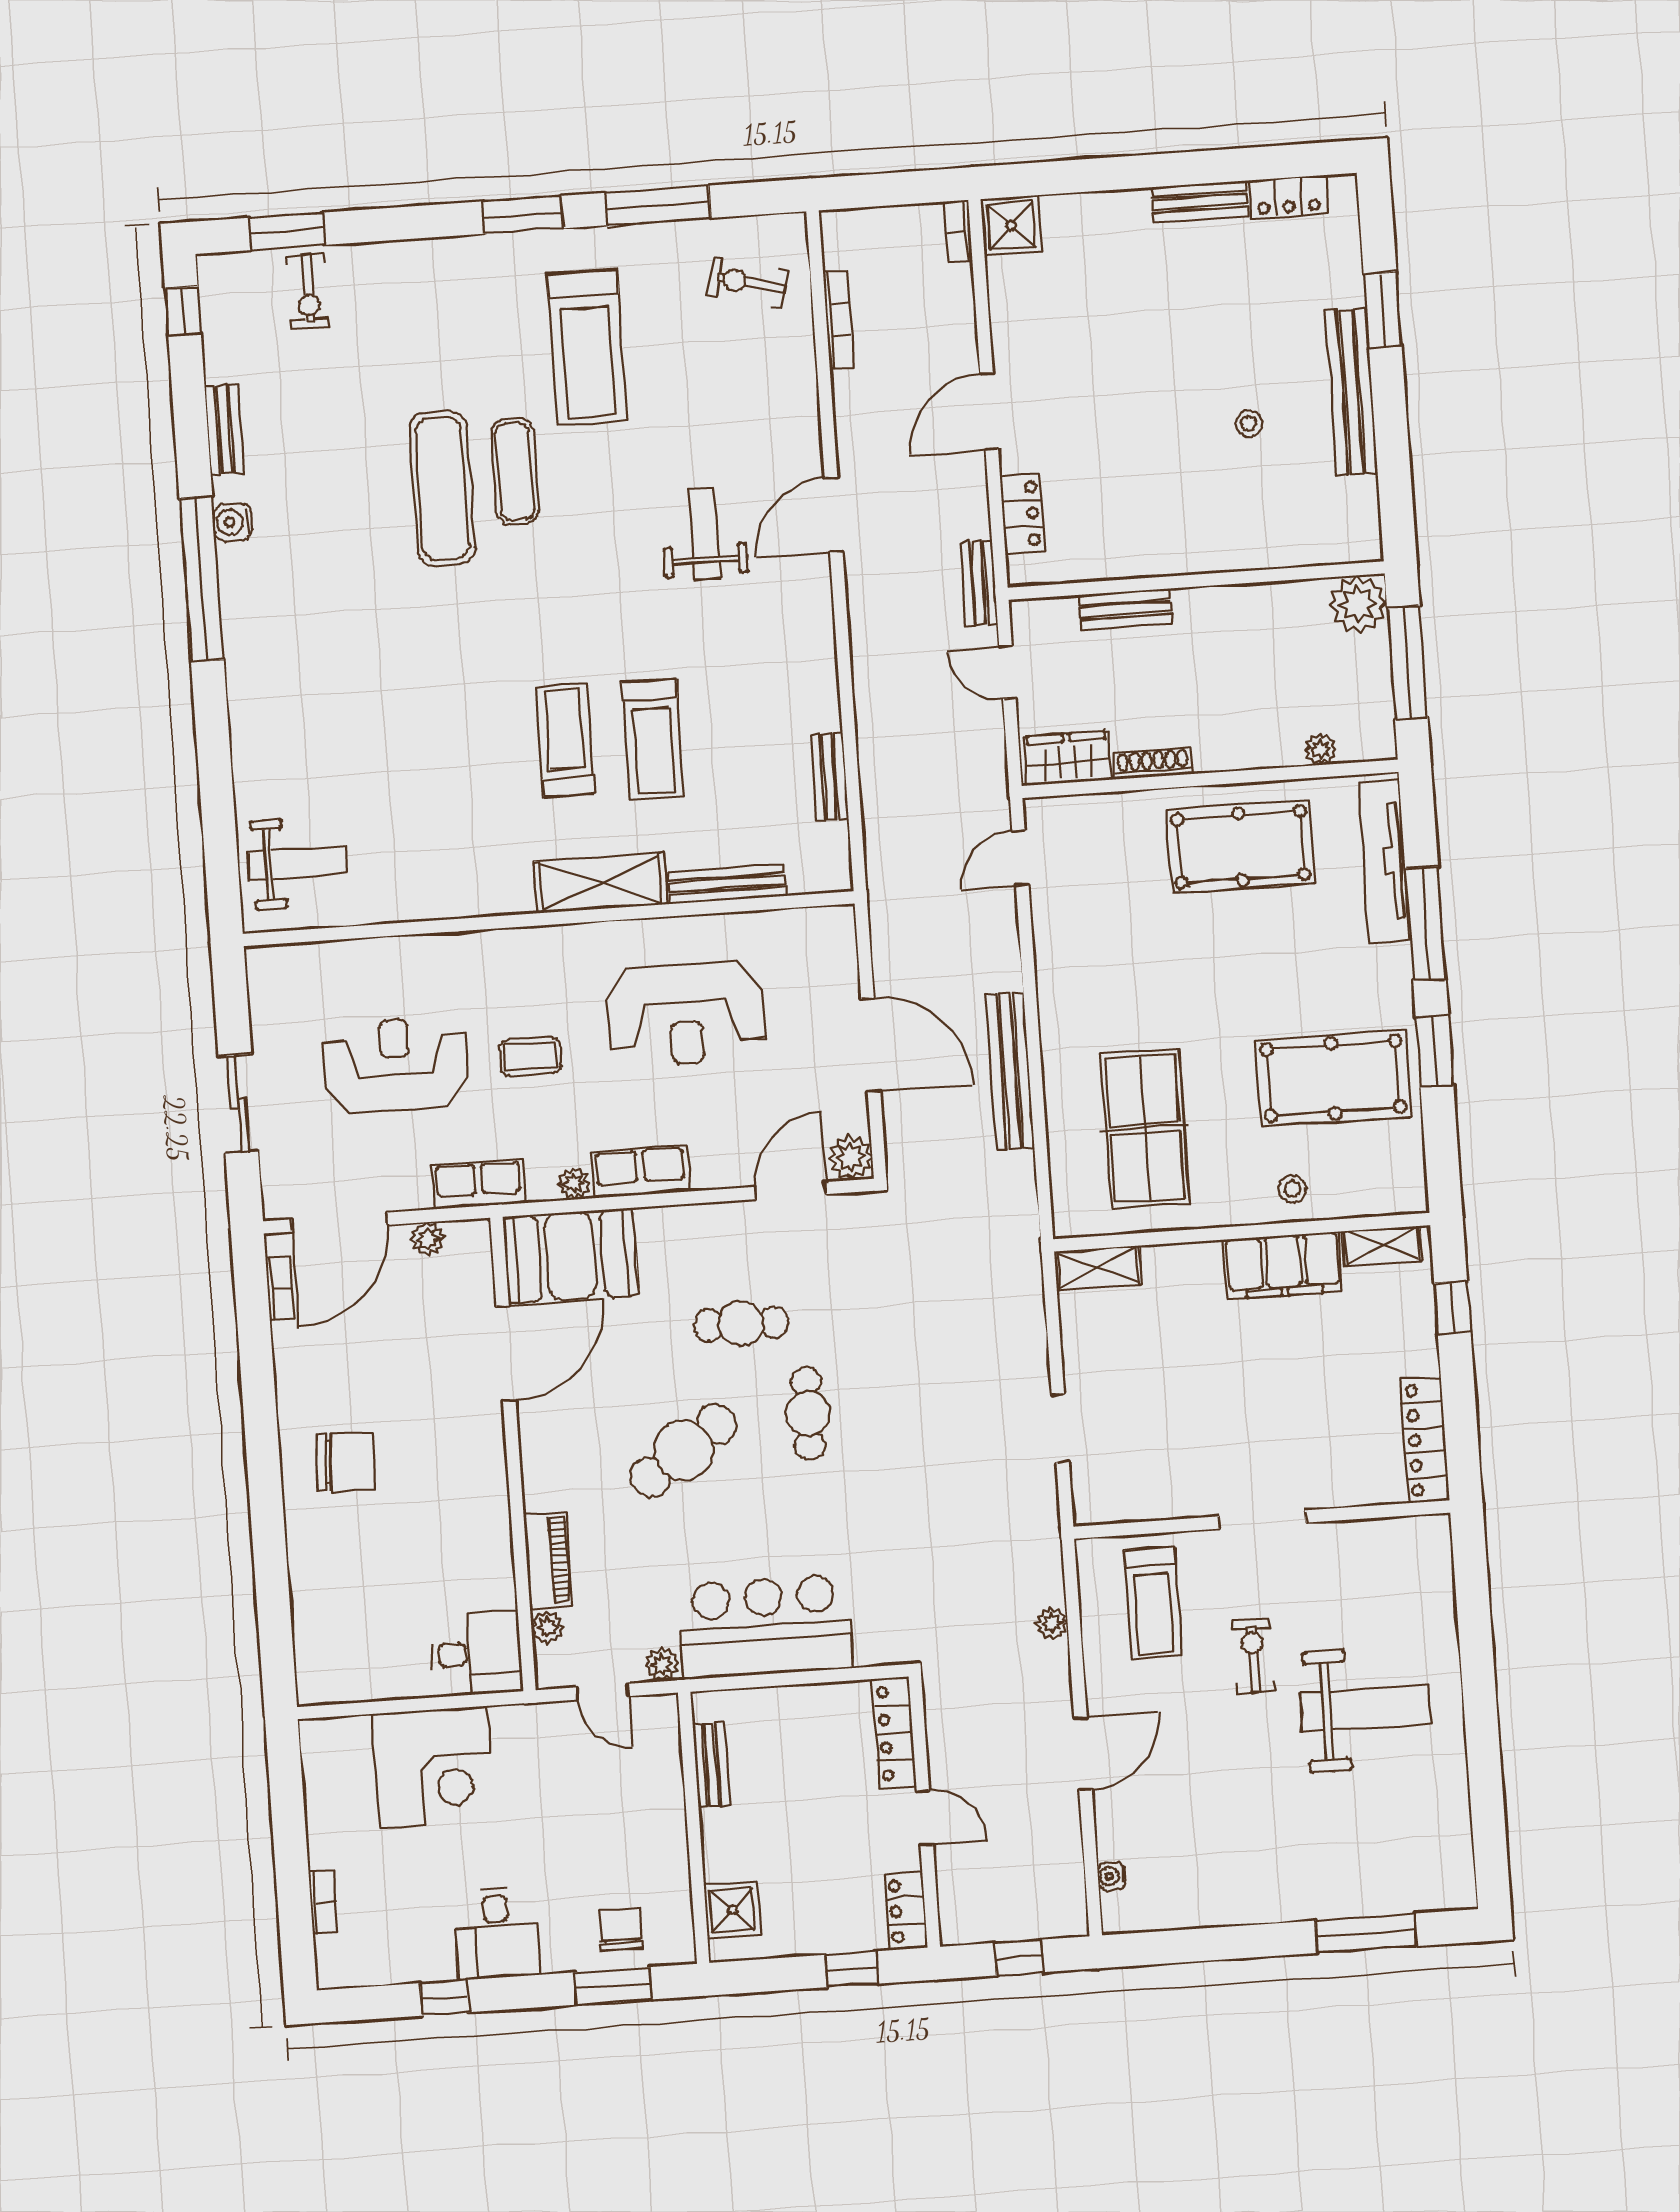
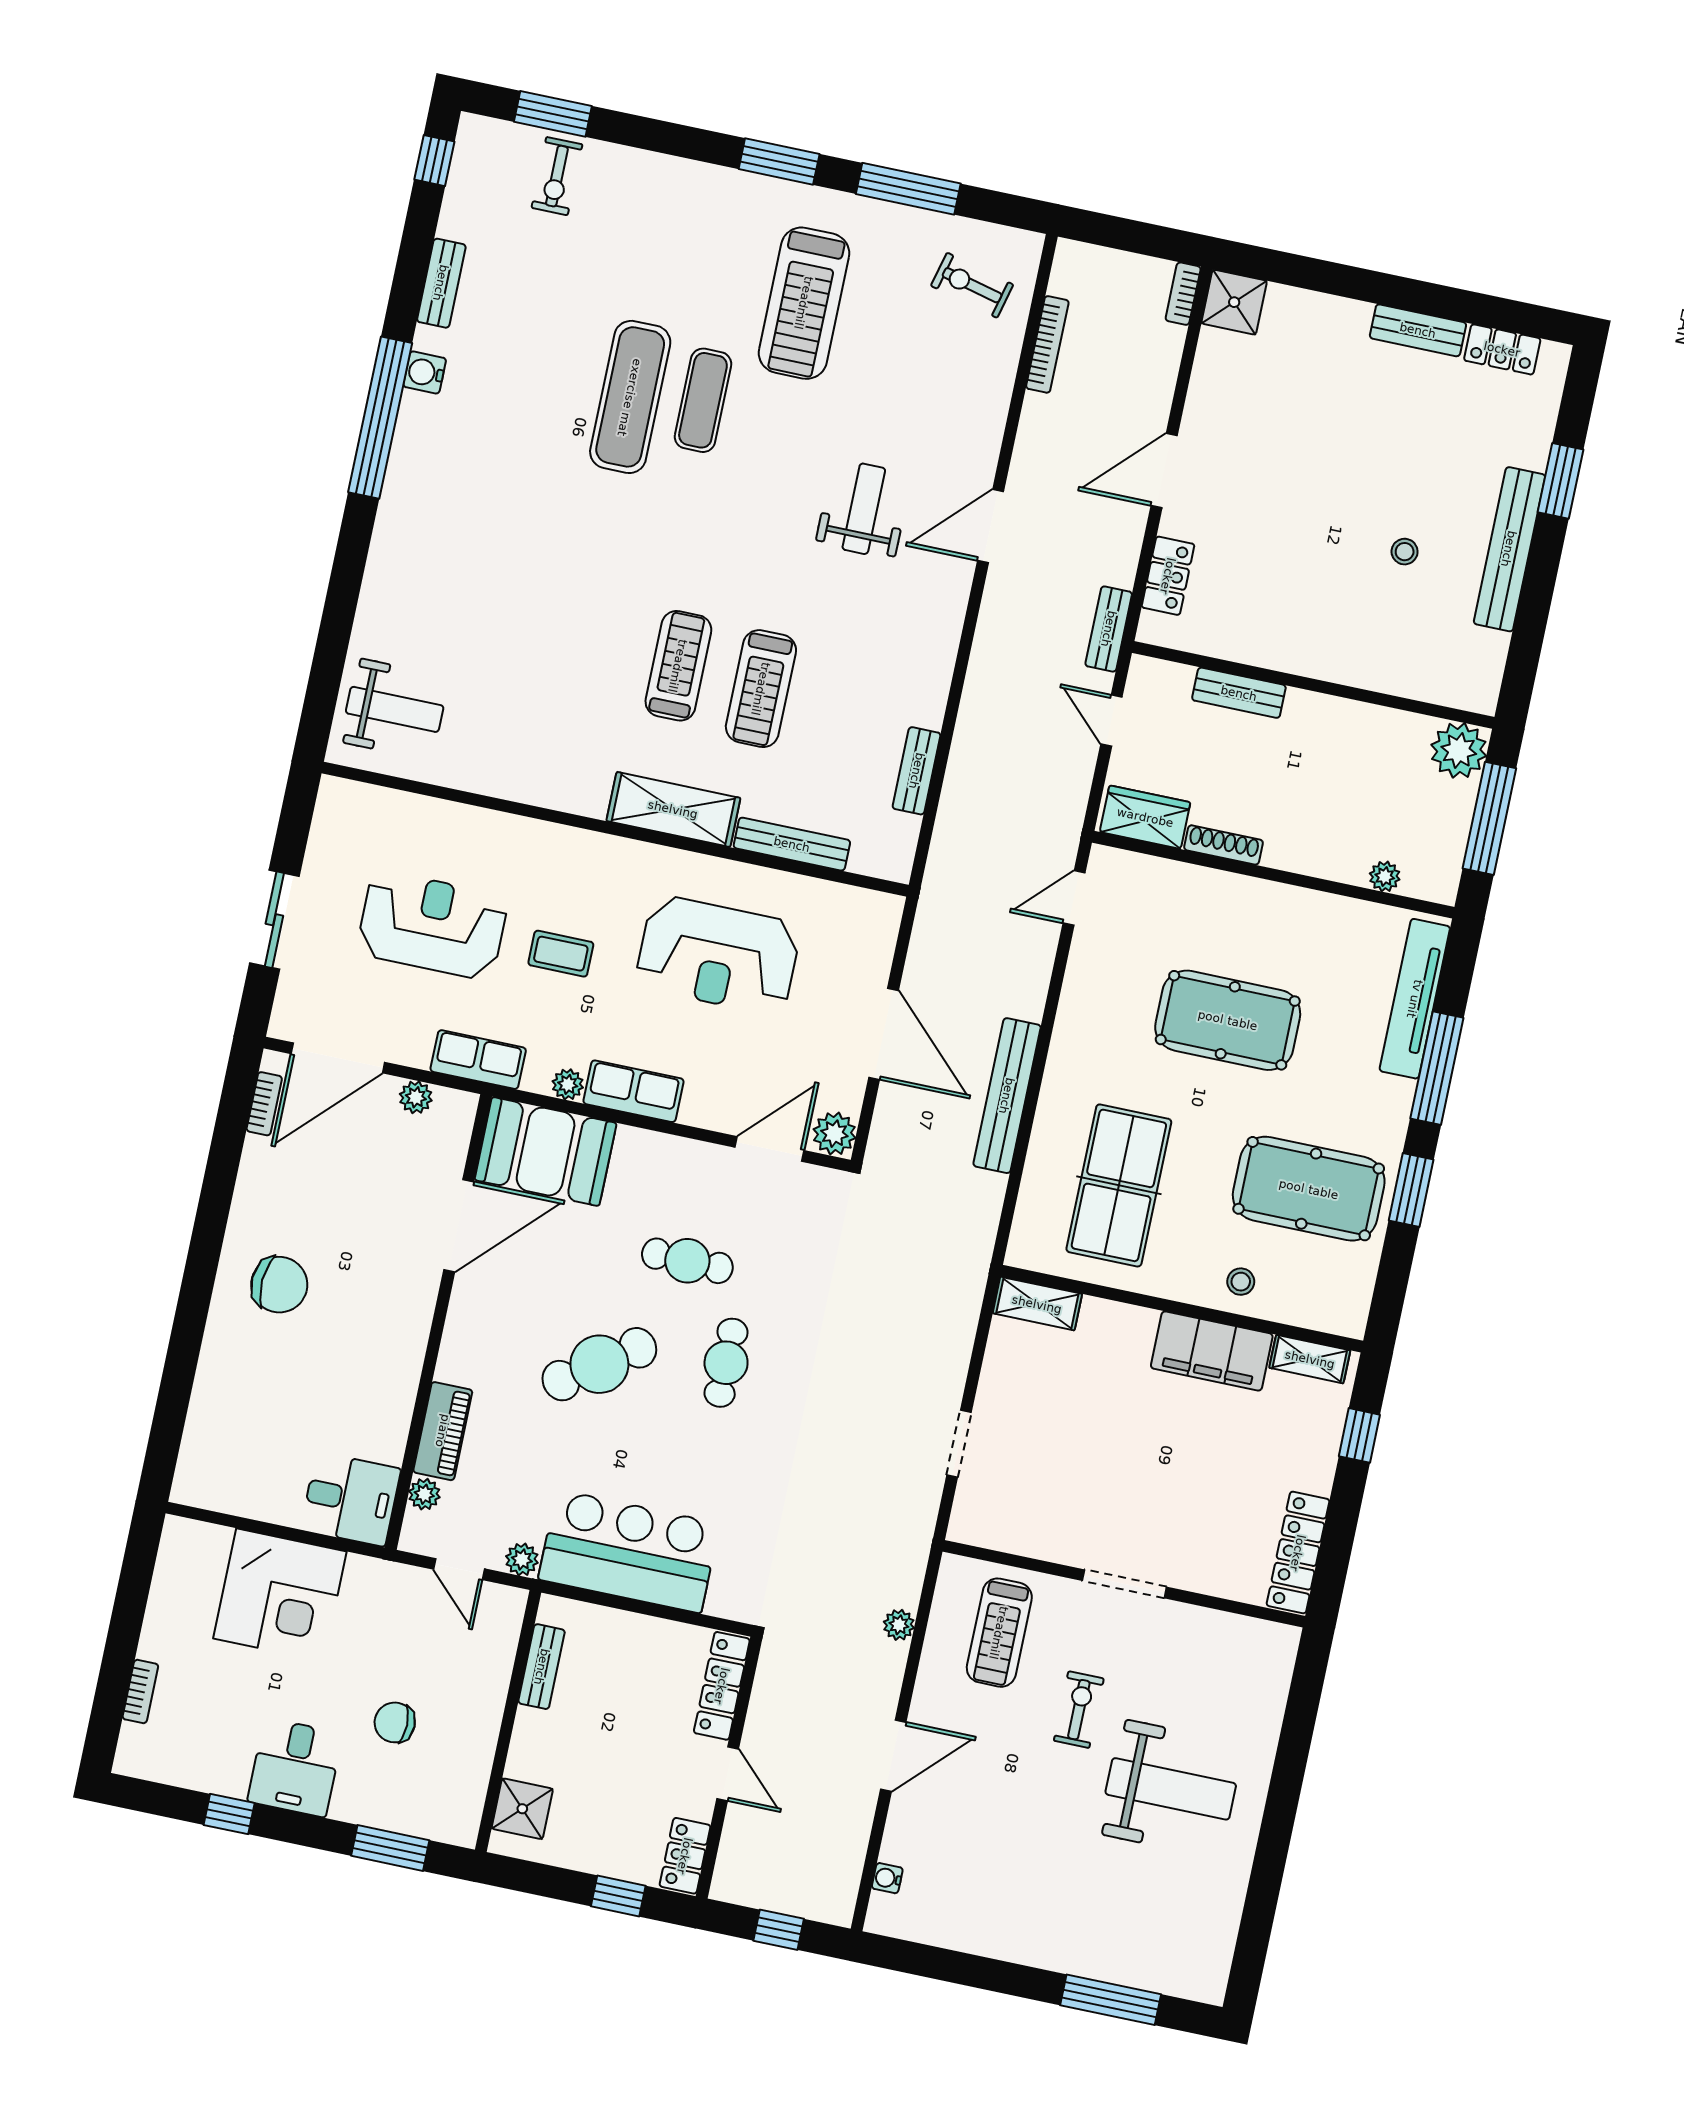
pool table: (1241, 847) -> (1228, 1020), moved
chair: (620, 1929) -> (395, 1722), moved, turned -90

